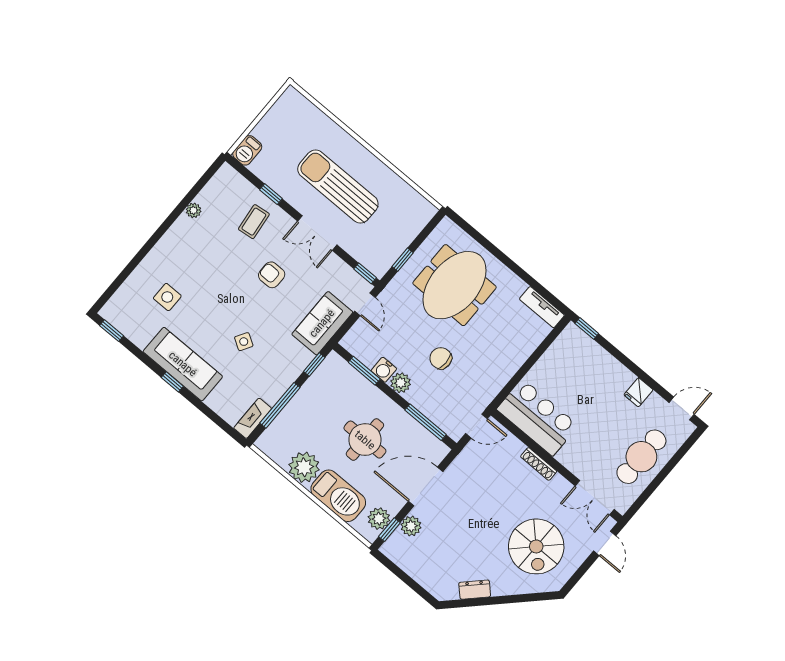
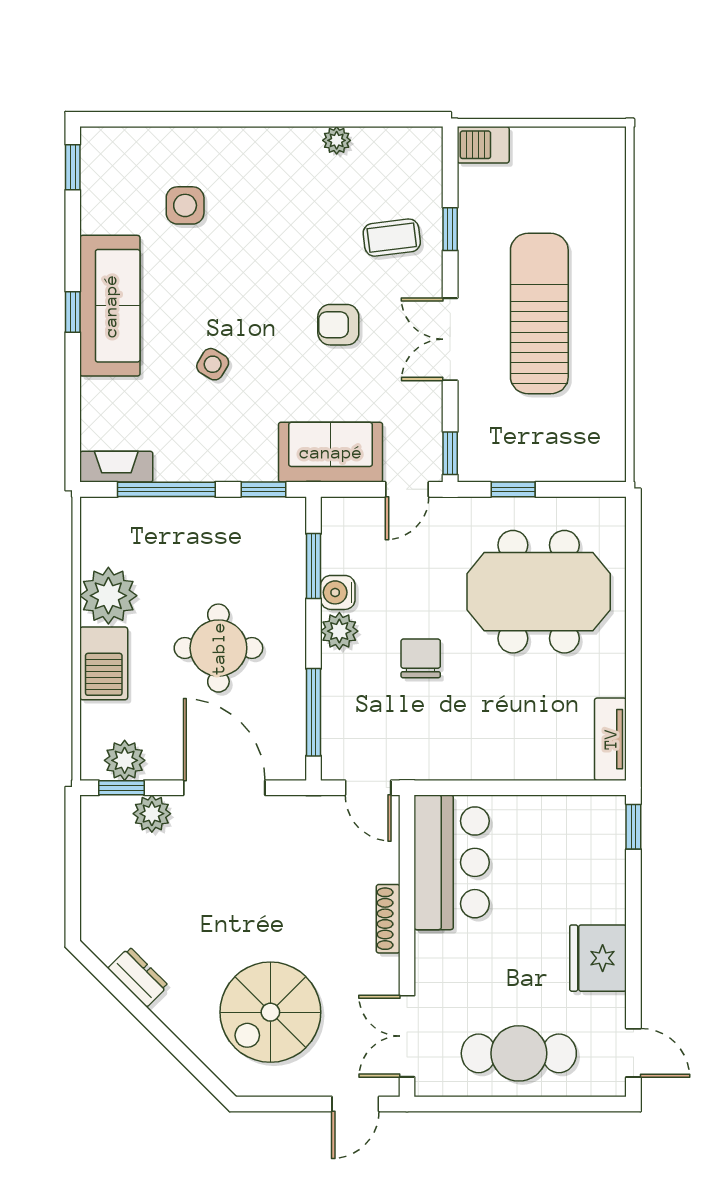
armchair: (272, 275) -> (338, 325), turned -90
fridge: (638, 392) -> (598, 958), width x1.88, depth x1.34
barbecue: (338, 496) -> (104, 663), width x0.73, depth x0.83

